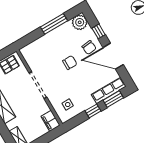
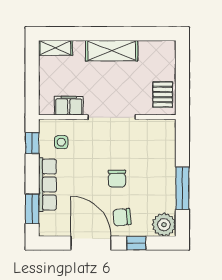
door: (113, 56) -> (91, 243), hinge flipped
row of seats: (109, 90) -> (47, 185), moved
window: (93, 111) -> (32, 143), moved
filing cabinet: (51, 121) -> (69, 106), moved

